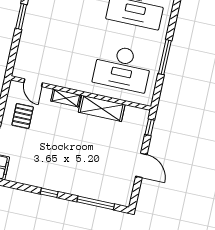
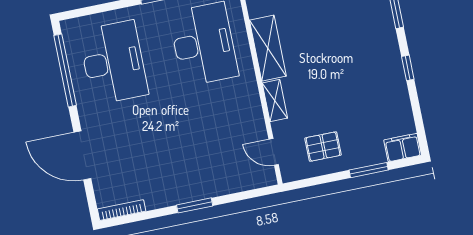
door: (33, 83) -> (274, 152), swing flipped

